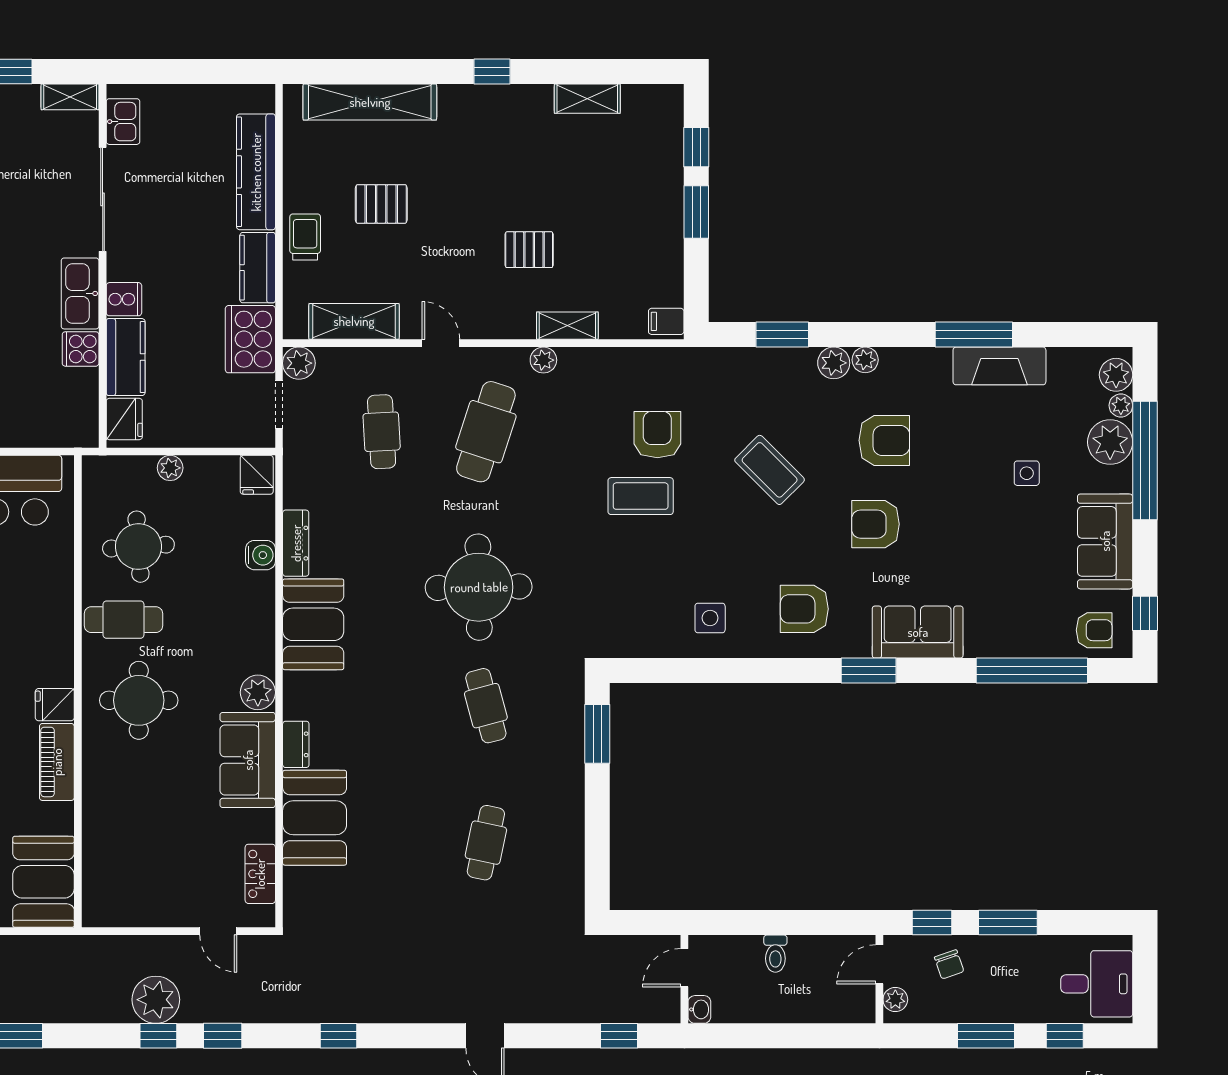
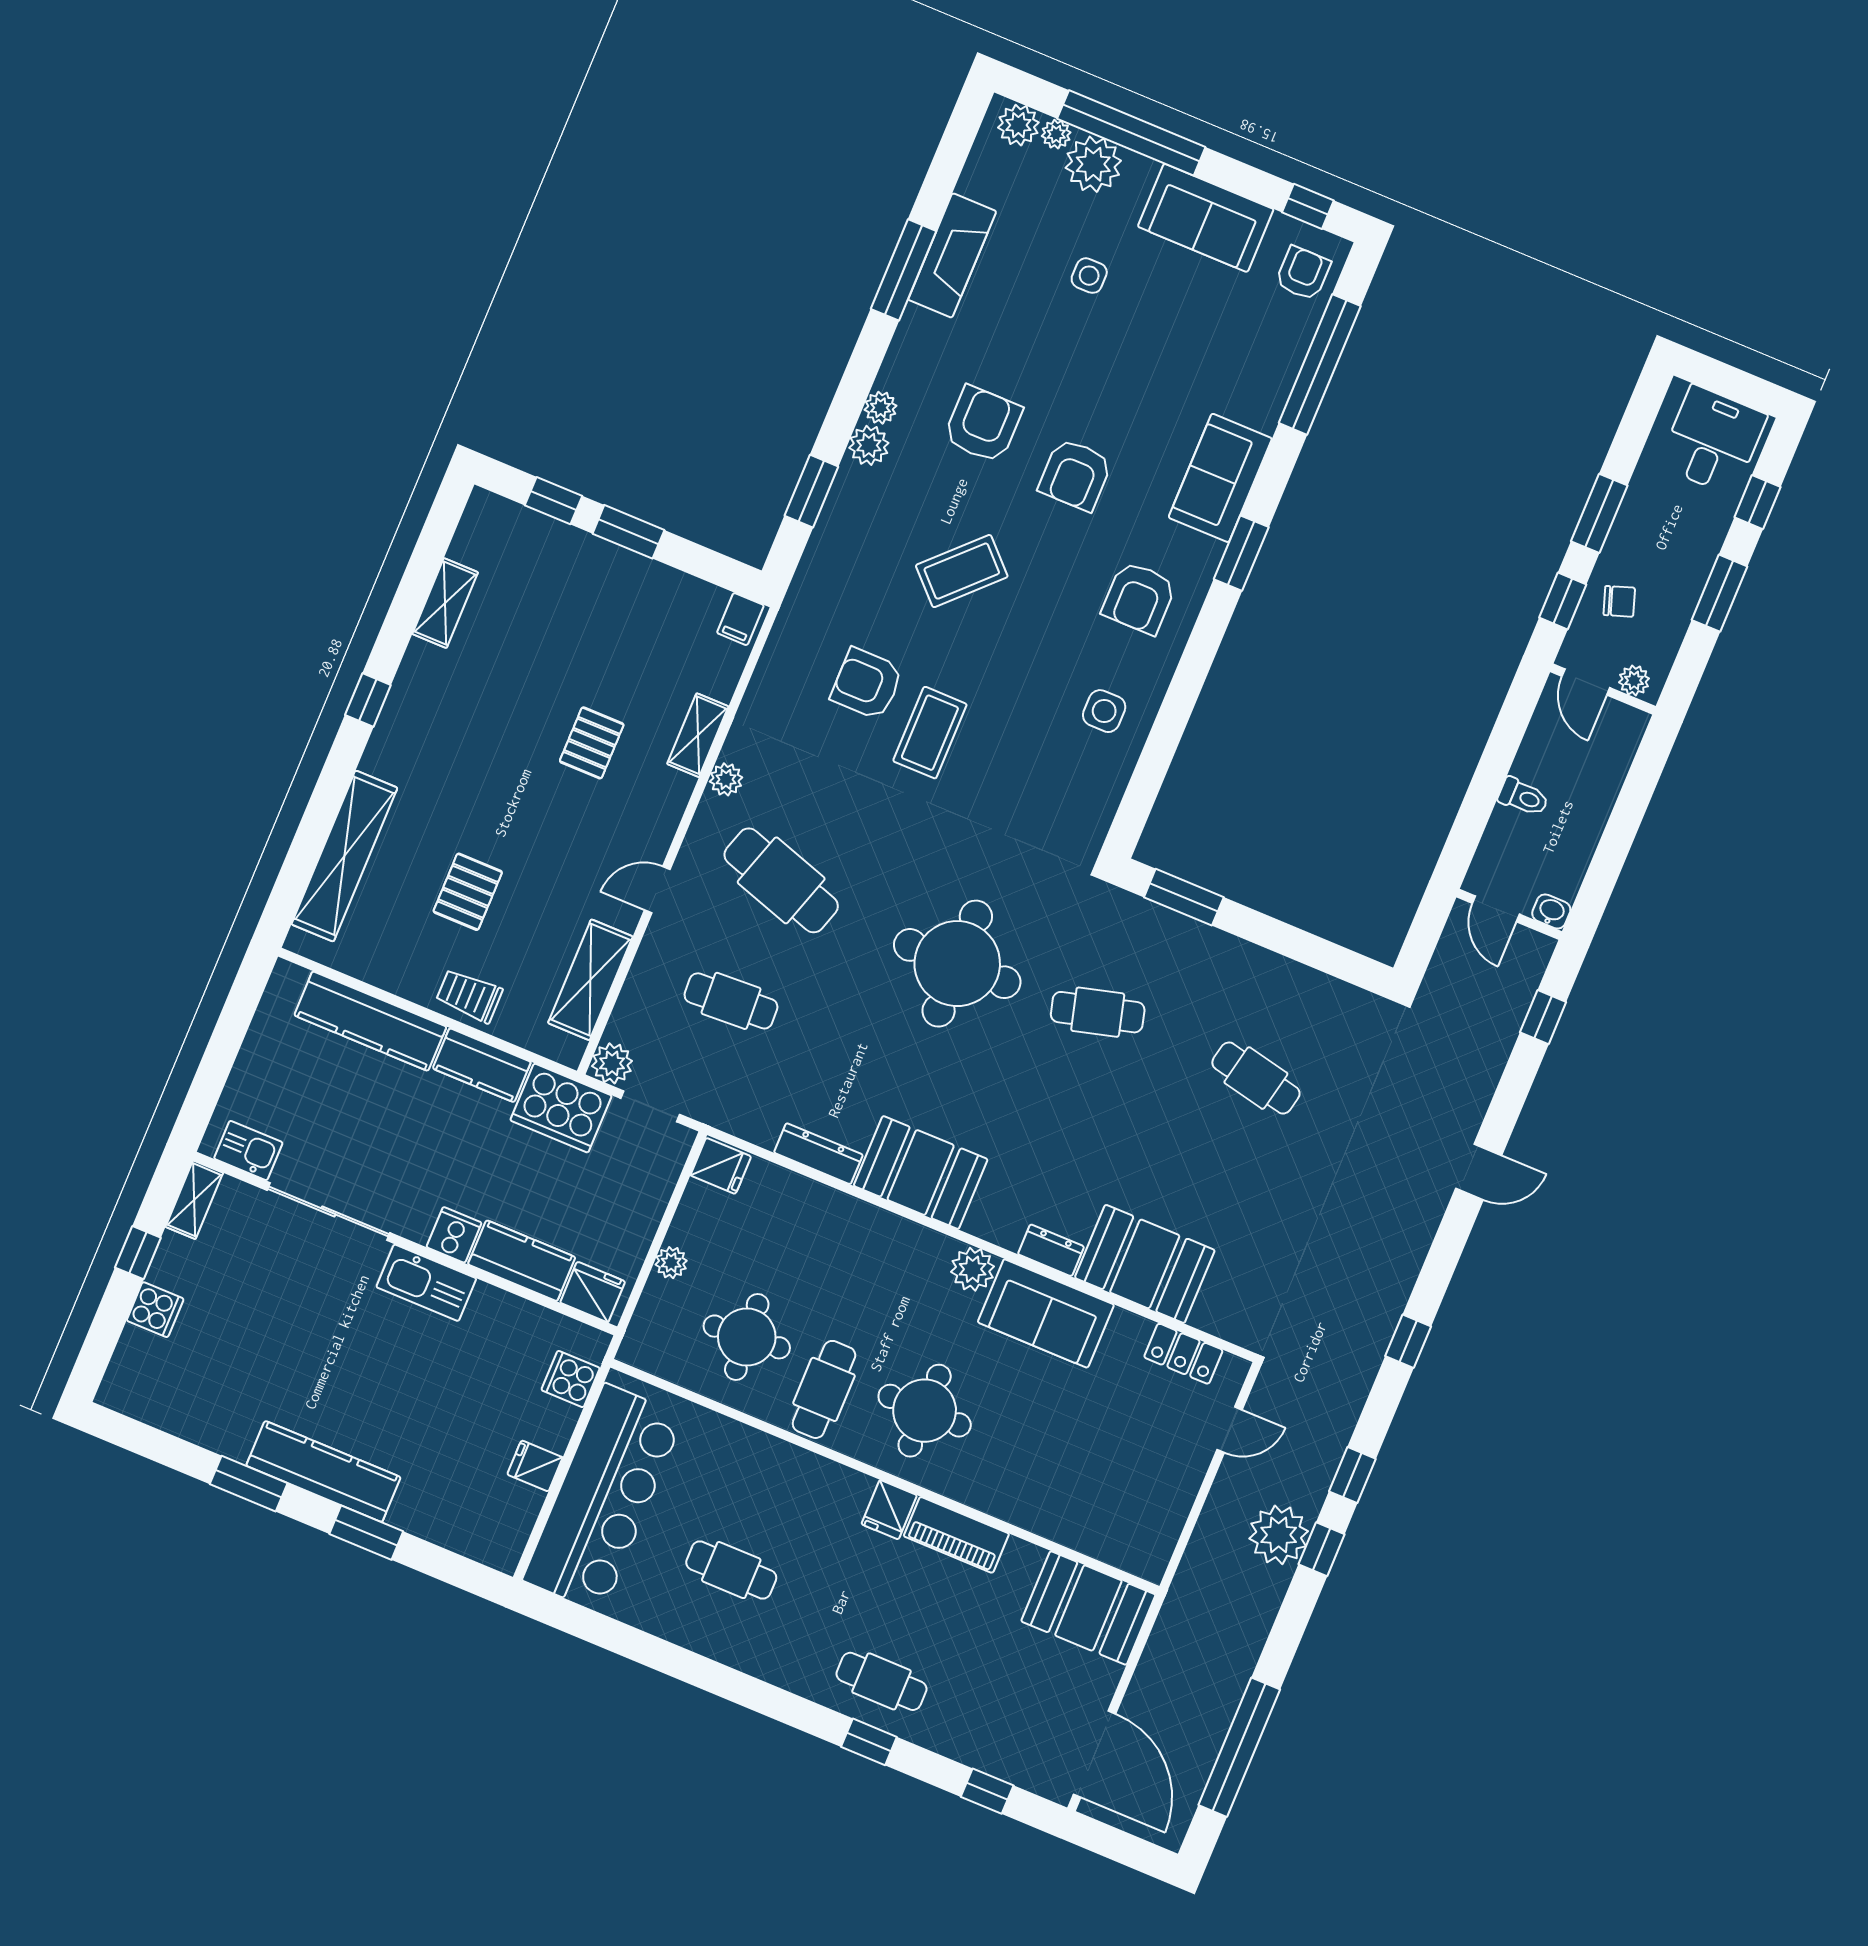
cooker: (81, 349) -> (571, 1379), moved, turned 90
water cooler: (260, 555) -> (815, 1200), removed

